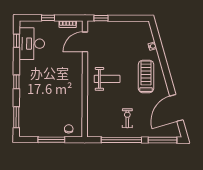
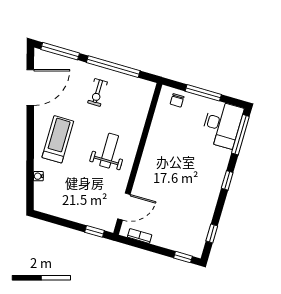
window: (48, 18) -> (183, 257), moved
desk: (32, 44) -> (222, 124), moved
treadmill: (146, 76) -> (58, 139), turned 180
weight bench: (107, 79) -> (109, 151), turned 90
window: (16, 117) -> (240, 135), width x1.44

